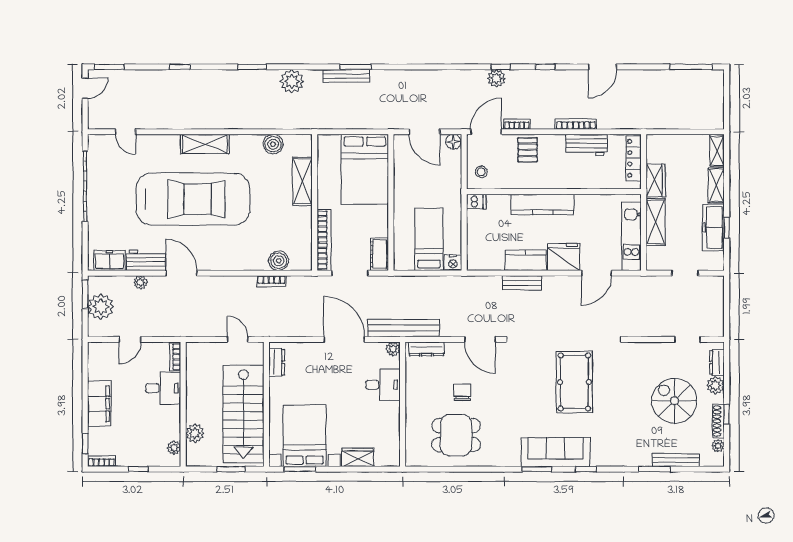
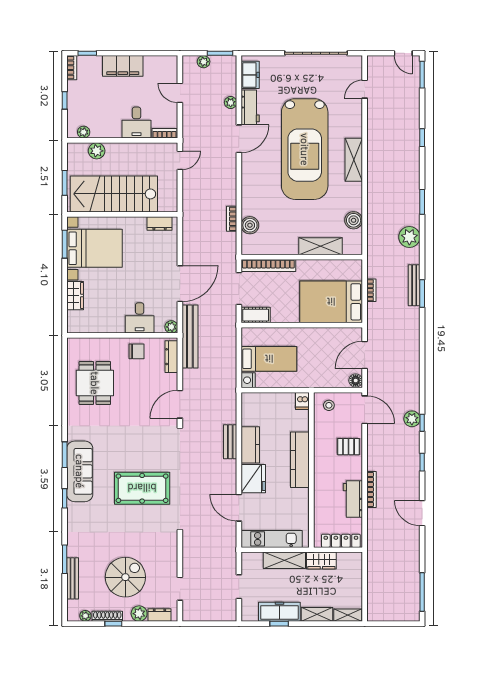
bookcase: (517, 124) -> (371, 290), moved
plant: (101, 307) -> (204, 62), width x0.53, depth x0.53
door: (238, 339) -> (180, 160), moved
chair: (462, 392) -> (137, 351), moved

